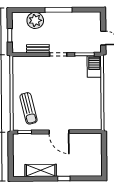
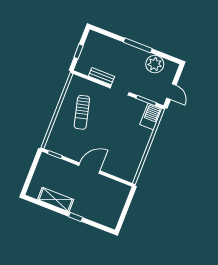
plant: (35, 20) -> (155, 64), moved
sun lounger: (29, 108) -> (82, 112), moved
door: (59, 132) -> (89, 168), swing flipped

